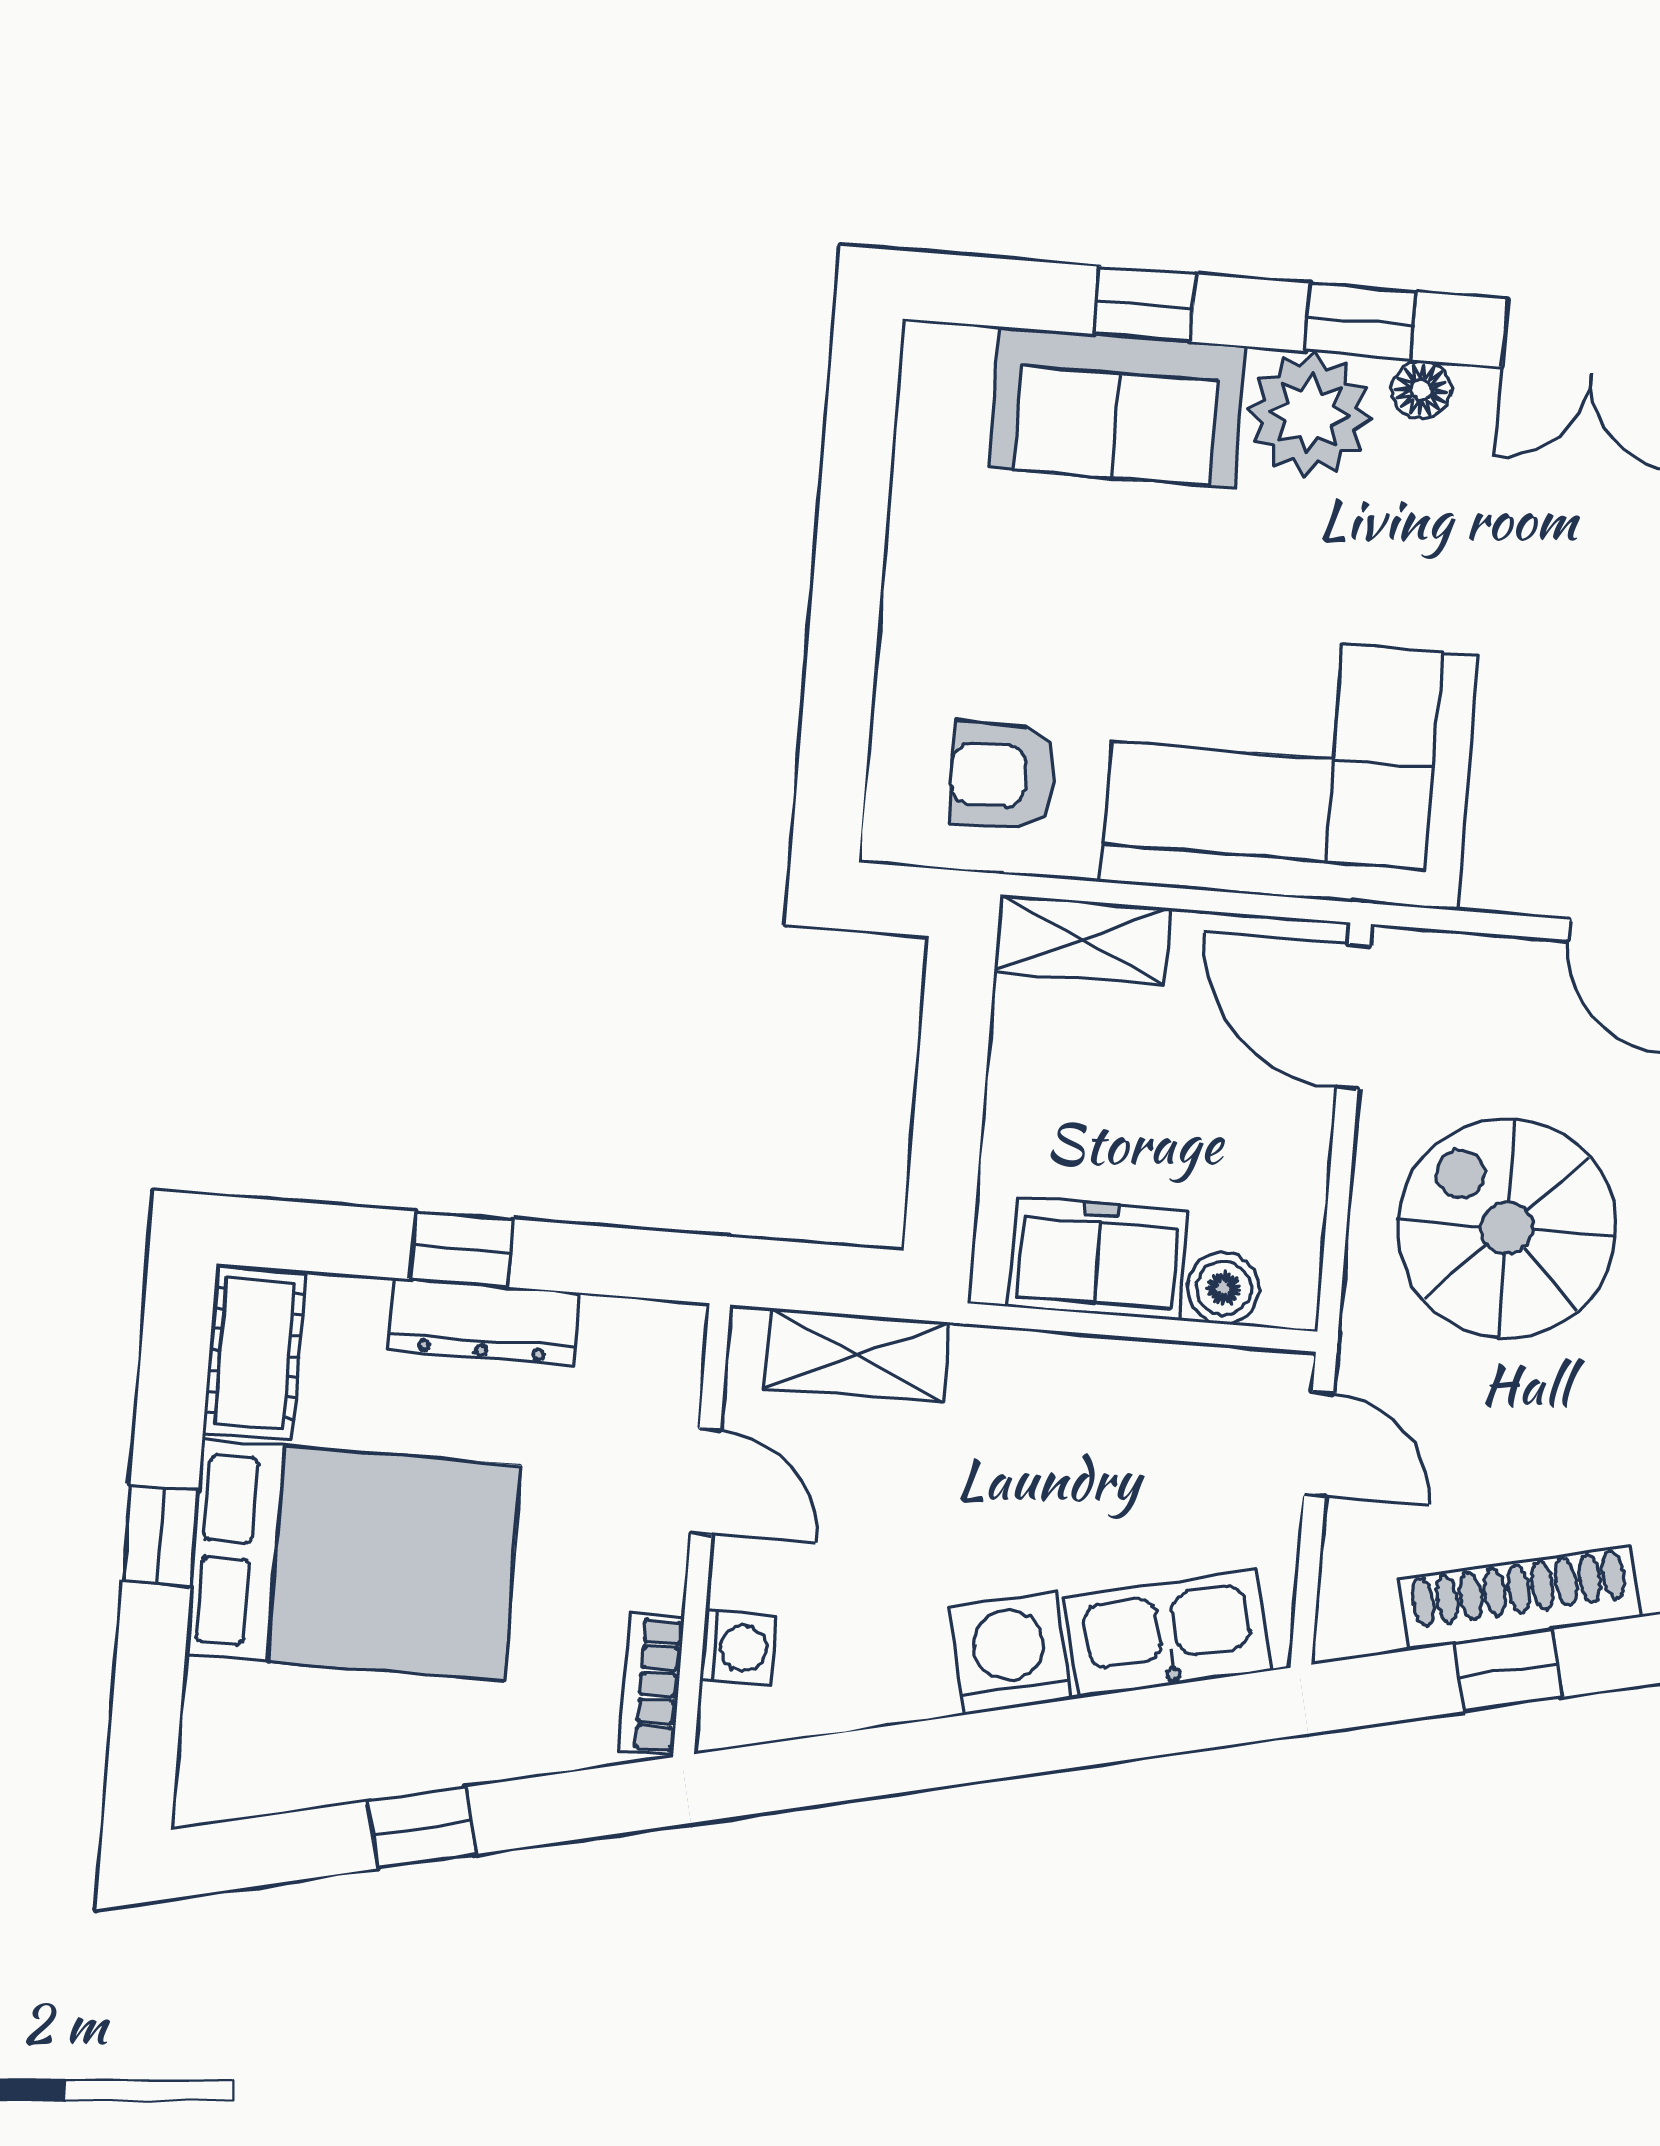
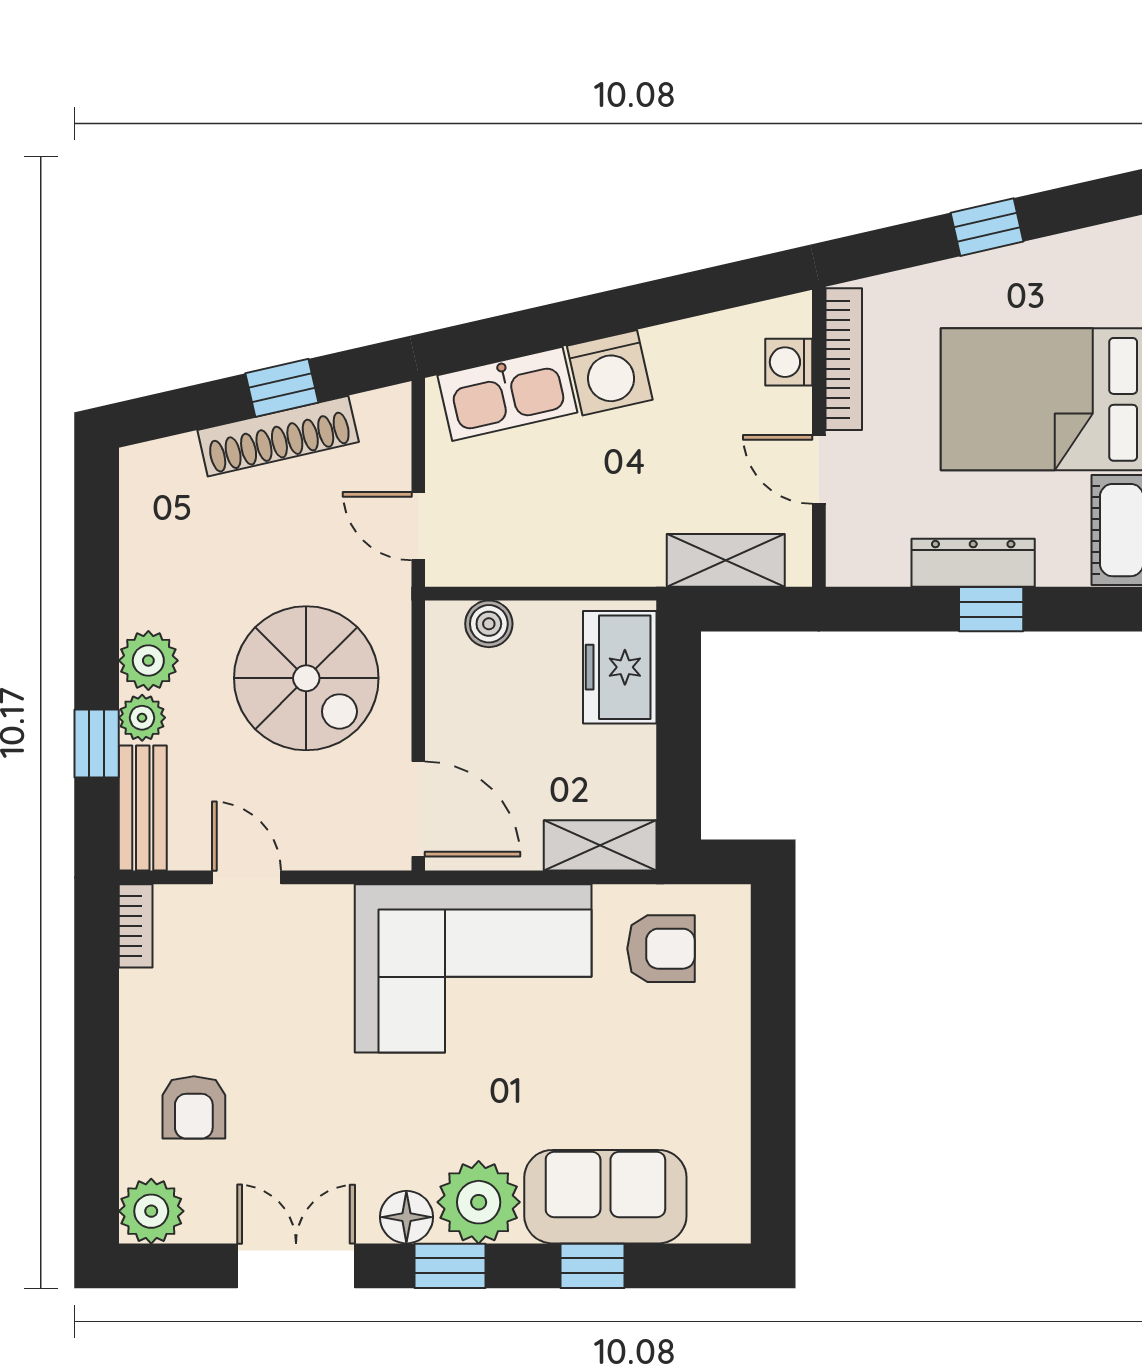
floor lamp: (1421, 390) -> (406, 1217), width x1.37, depth x1.37
freezer: (1098, 1258) -> (620, 667), moved, turned 90
bookcase: (651, 1684) -> (844, 359), width x1.56

